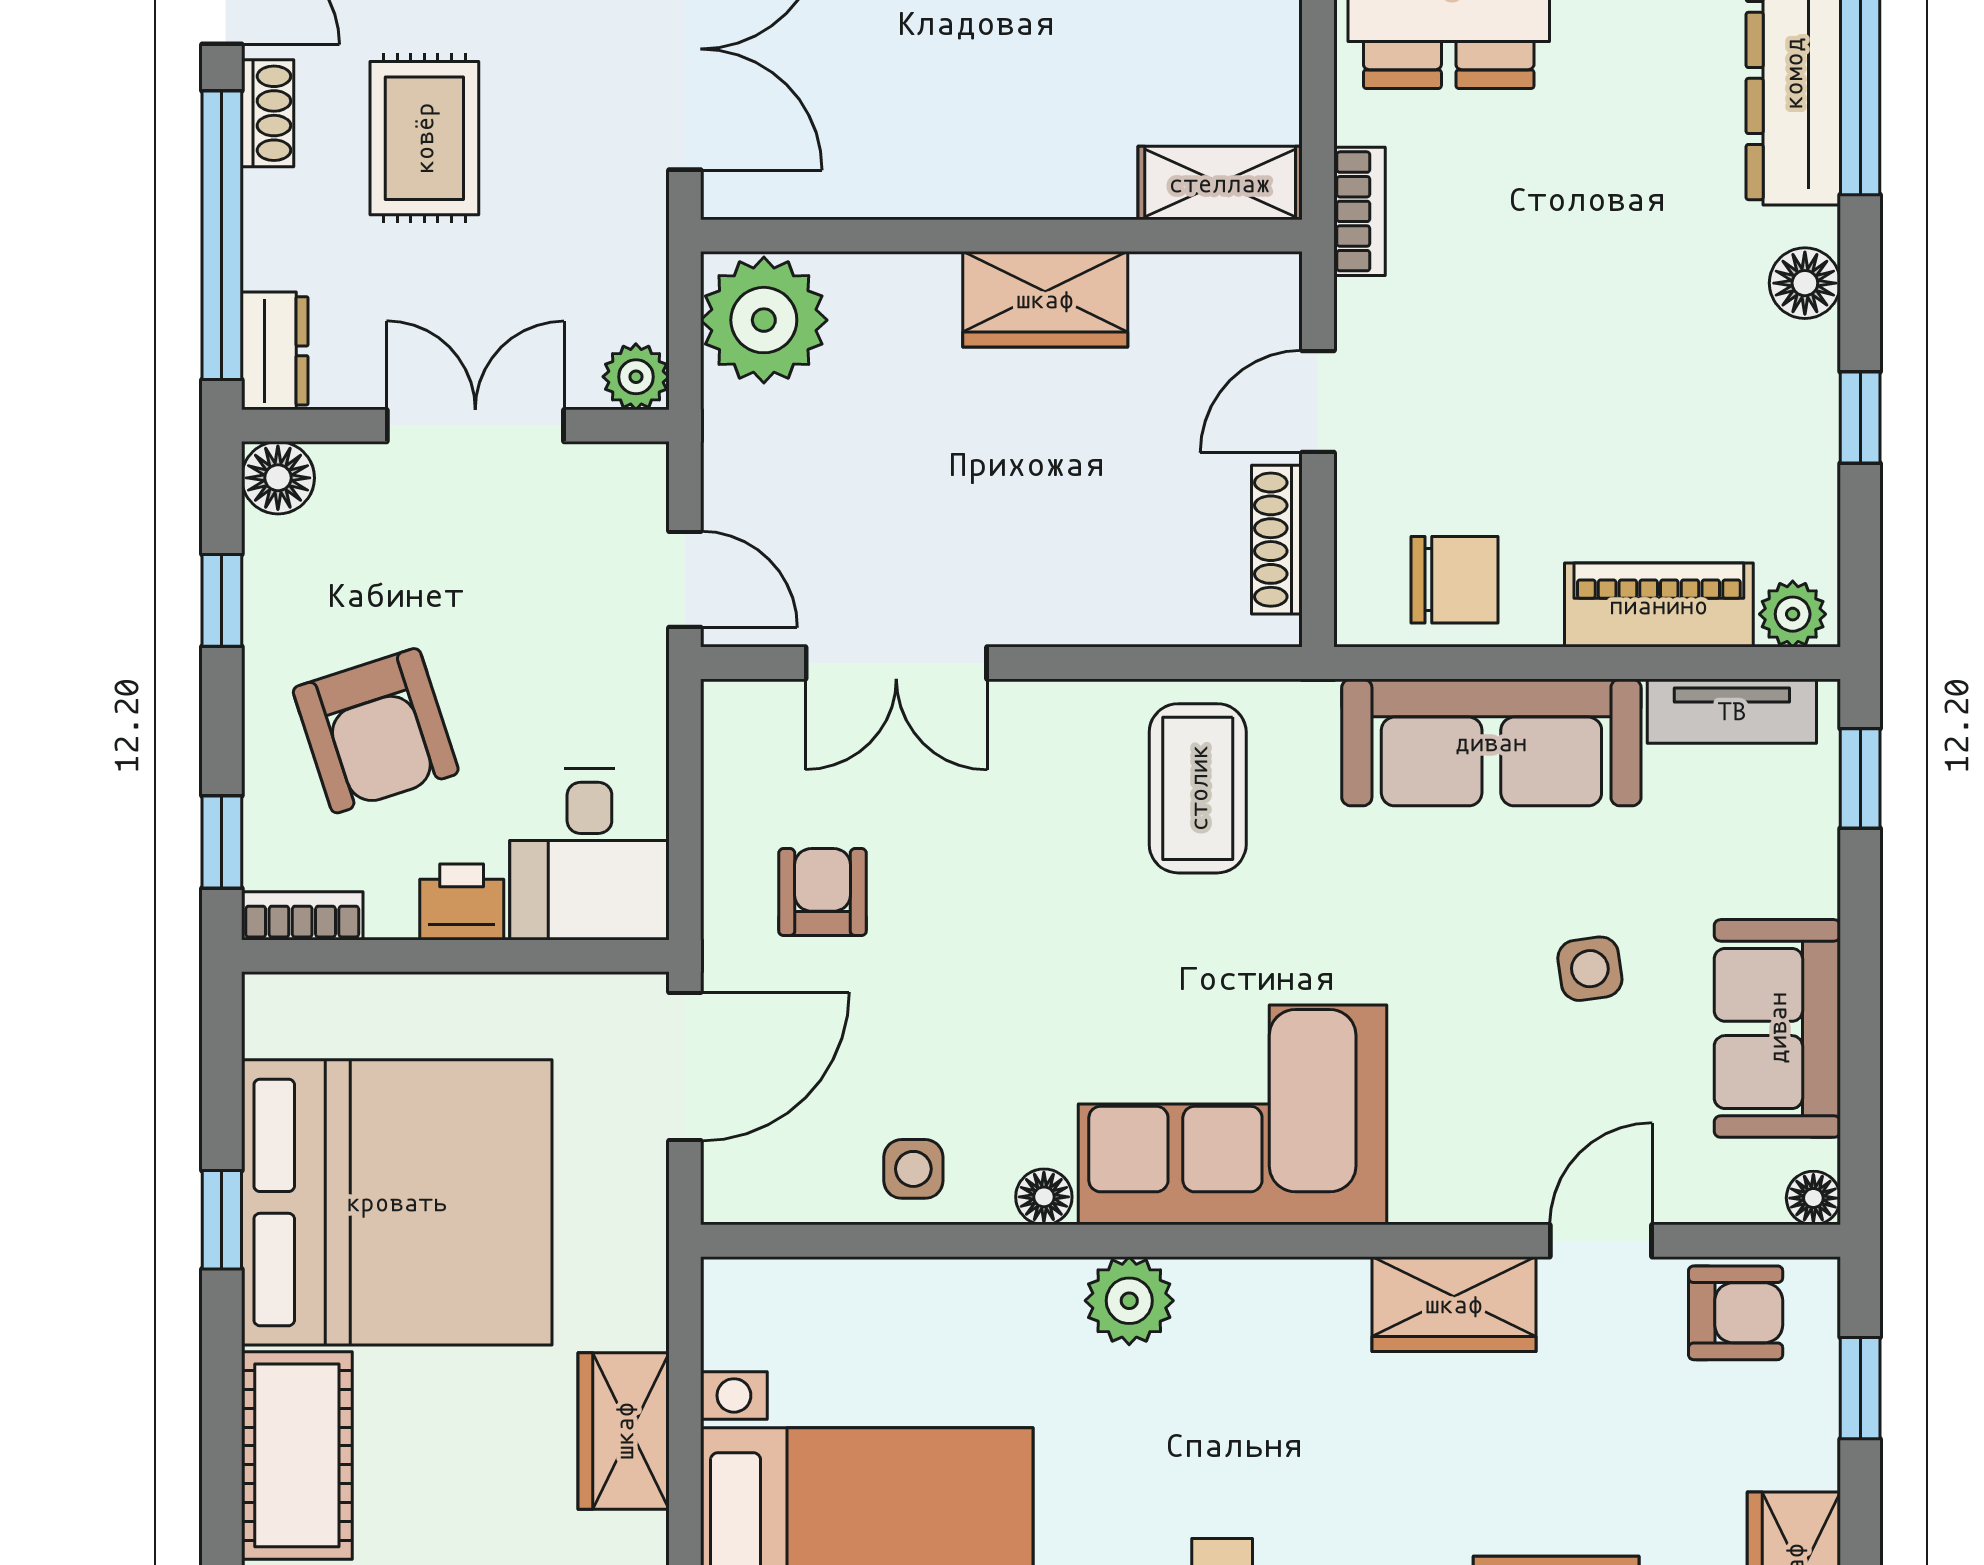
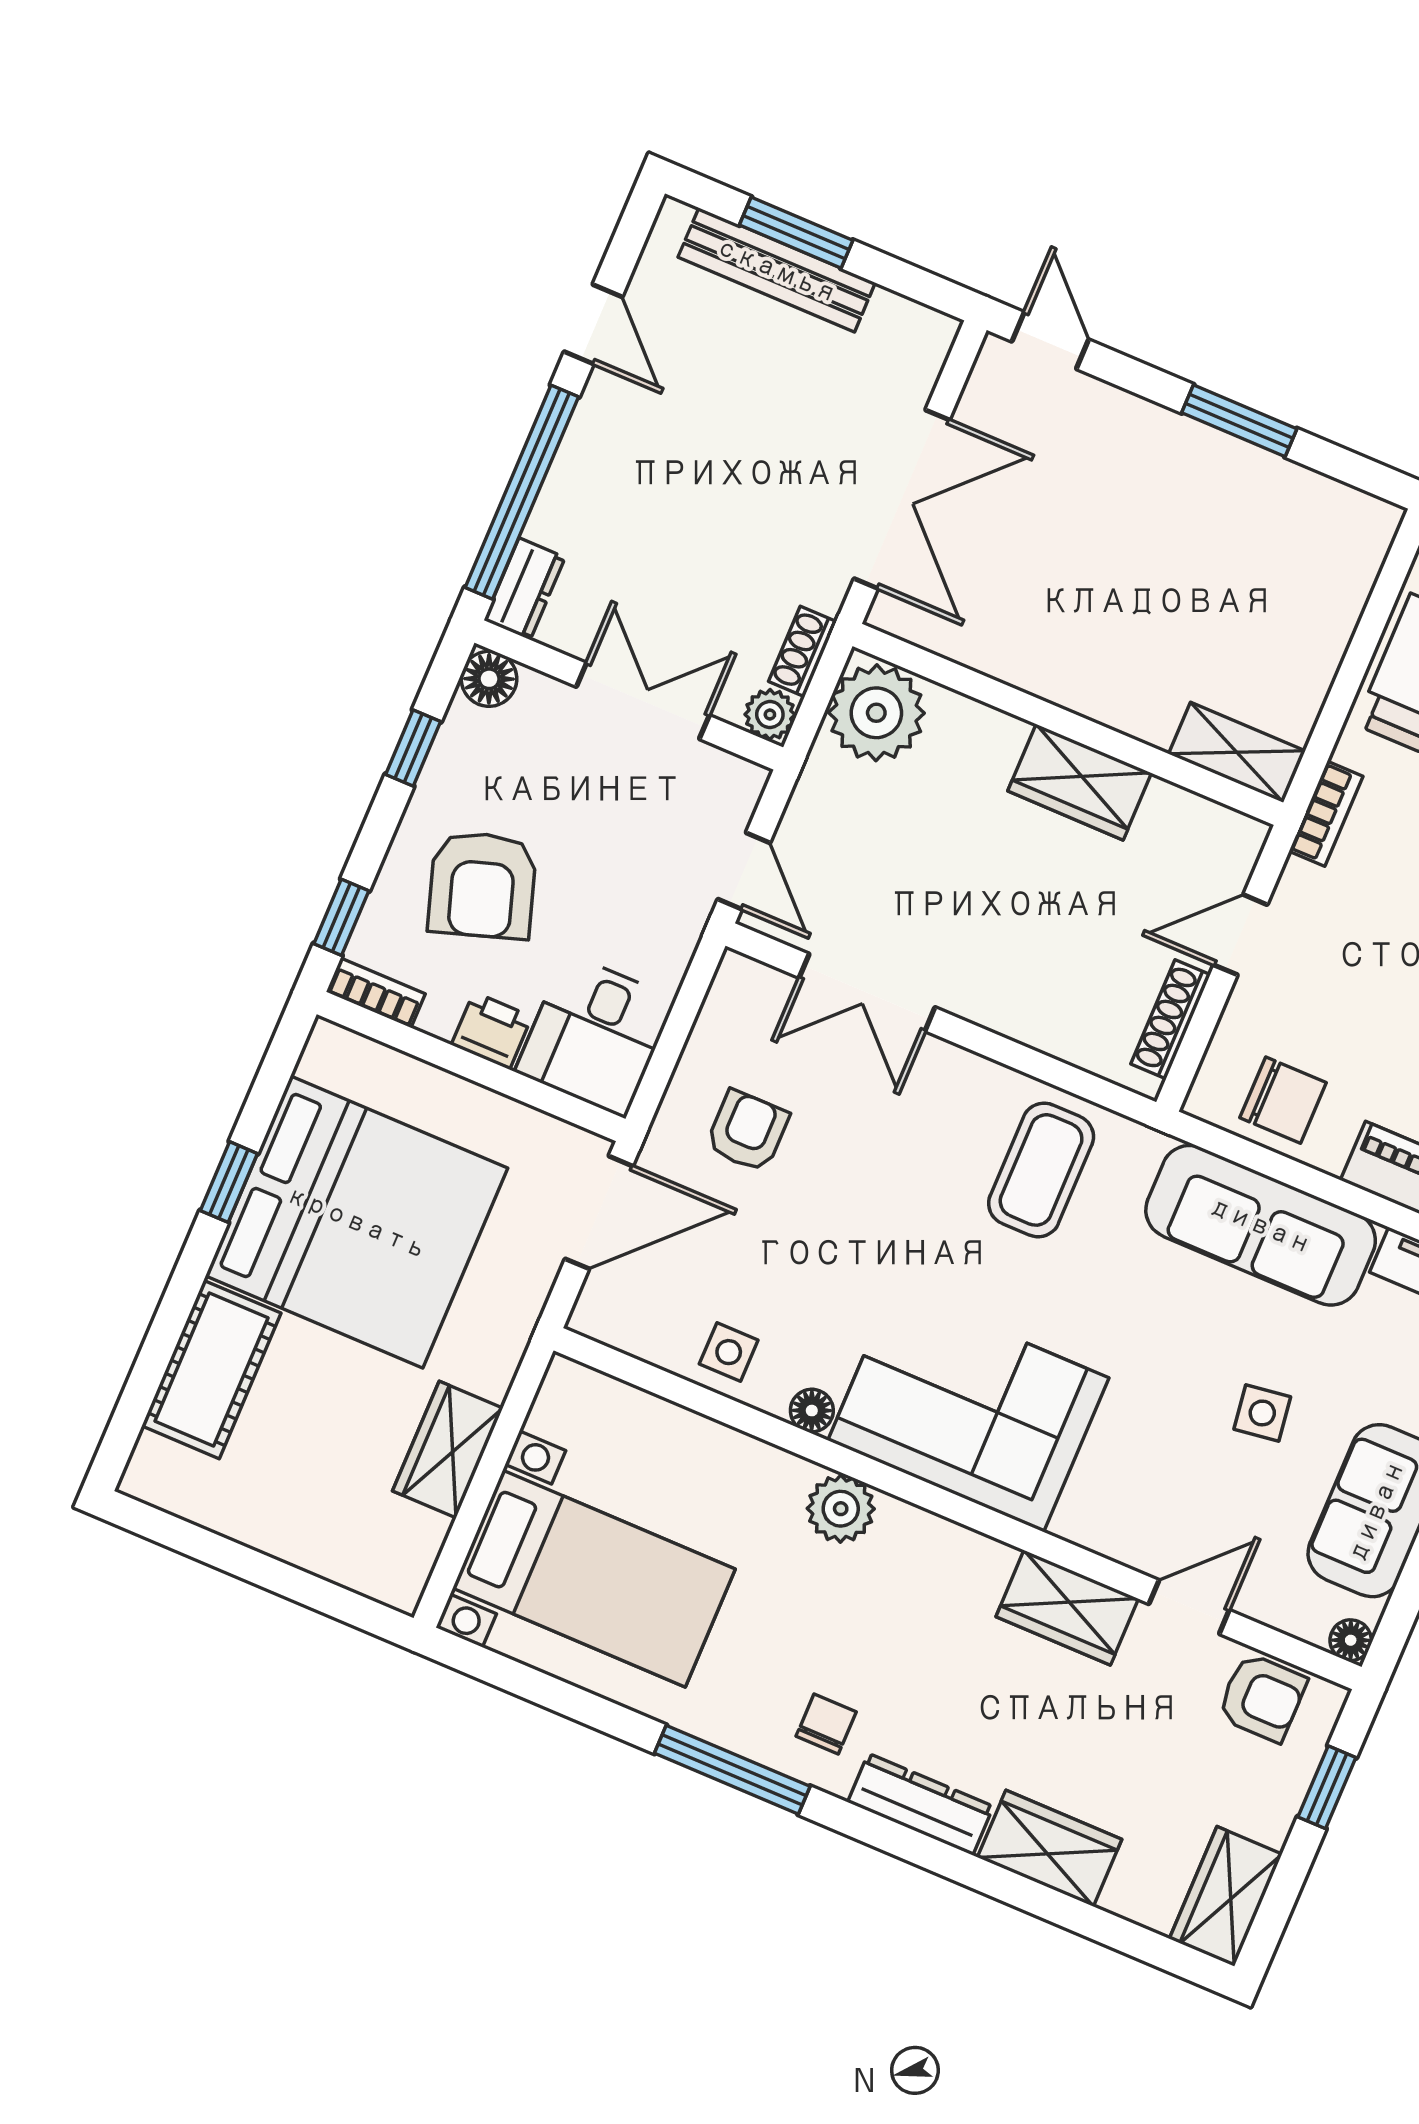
shoe rack: (268, 113) -> (802, 651), moved, turned 180
rug: (424, 138) -> (693, 484), removed

